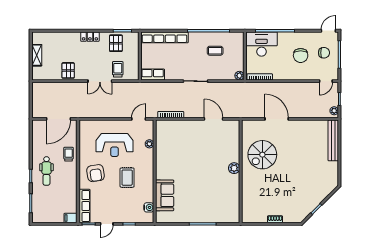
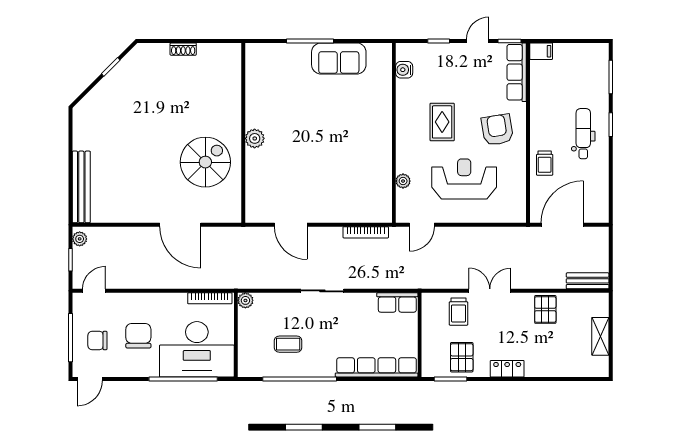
desk: (262, 44) -> (197, 349), width x1.36, depth x1.30
bench: (44, 87) -> (588, 281), added
sofa: (165, 195) -> (339, 58), moved, turned -90

